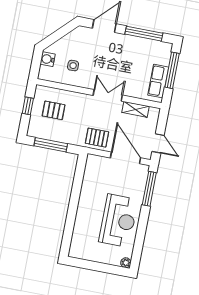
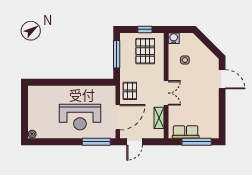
window: (144, 34) -> (222, 113), removed
water cooler: (48, 59) -> (174, 38), moved
pallet: (54, 110) -> (145, 51), width x1.50, depth x1.42
reception desk: (118, 221) -> (80, 117), moved

